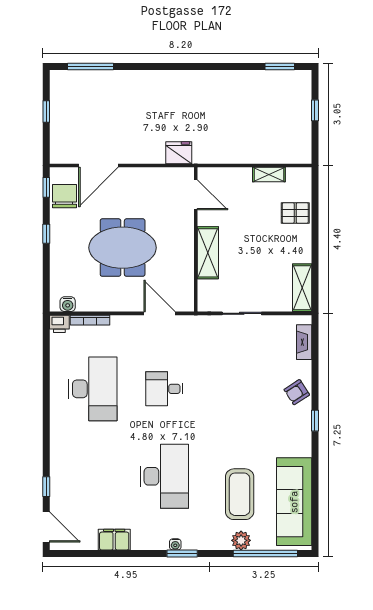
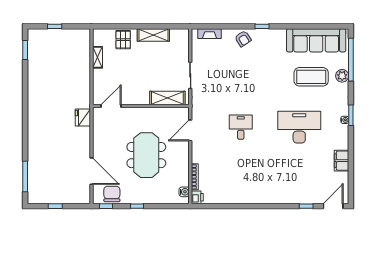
chair: (64, 196) -> (112, 194), turned 90
shelving: (208, 253) -> (167, 98), moved
shelving: (302, 288) -> (153, 35), moved
desk: (93, 389) -> (241, 175), removed
desk: (164, 389) -> (241, 127), turned 180

